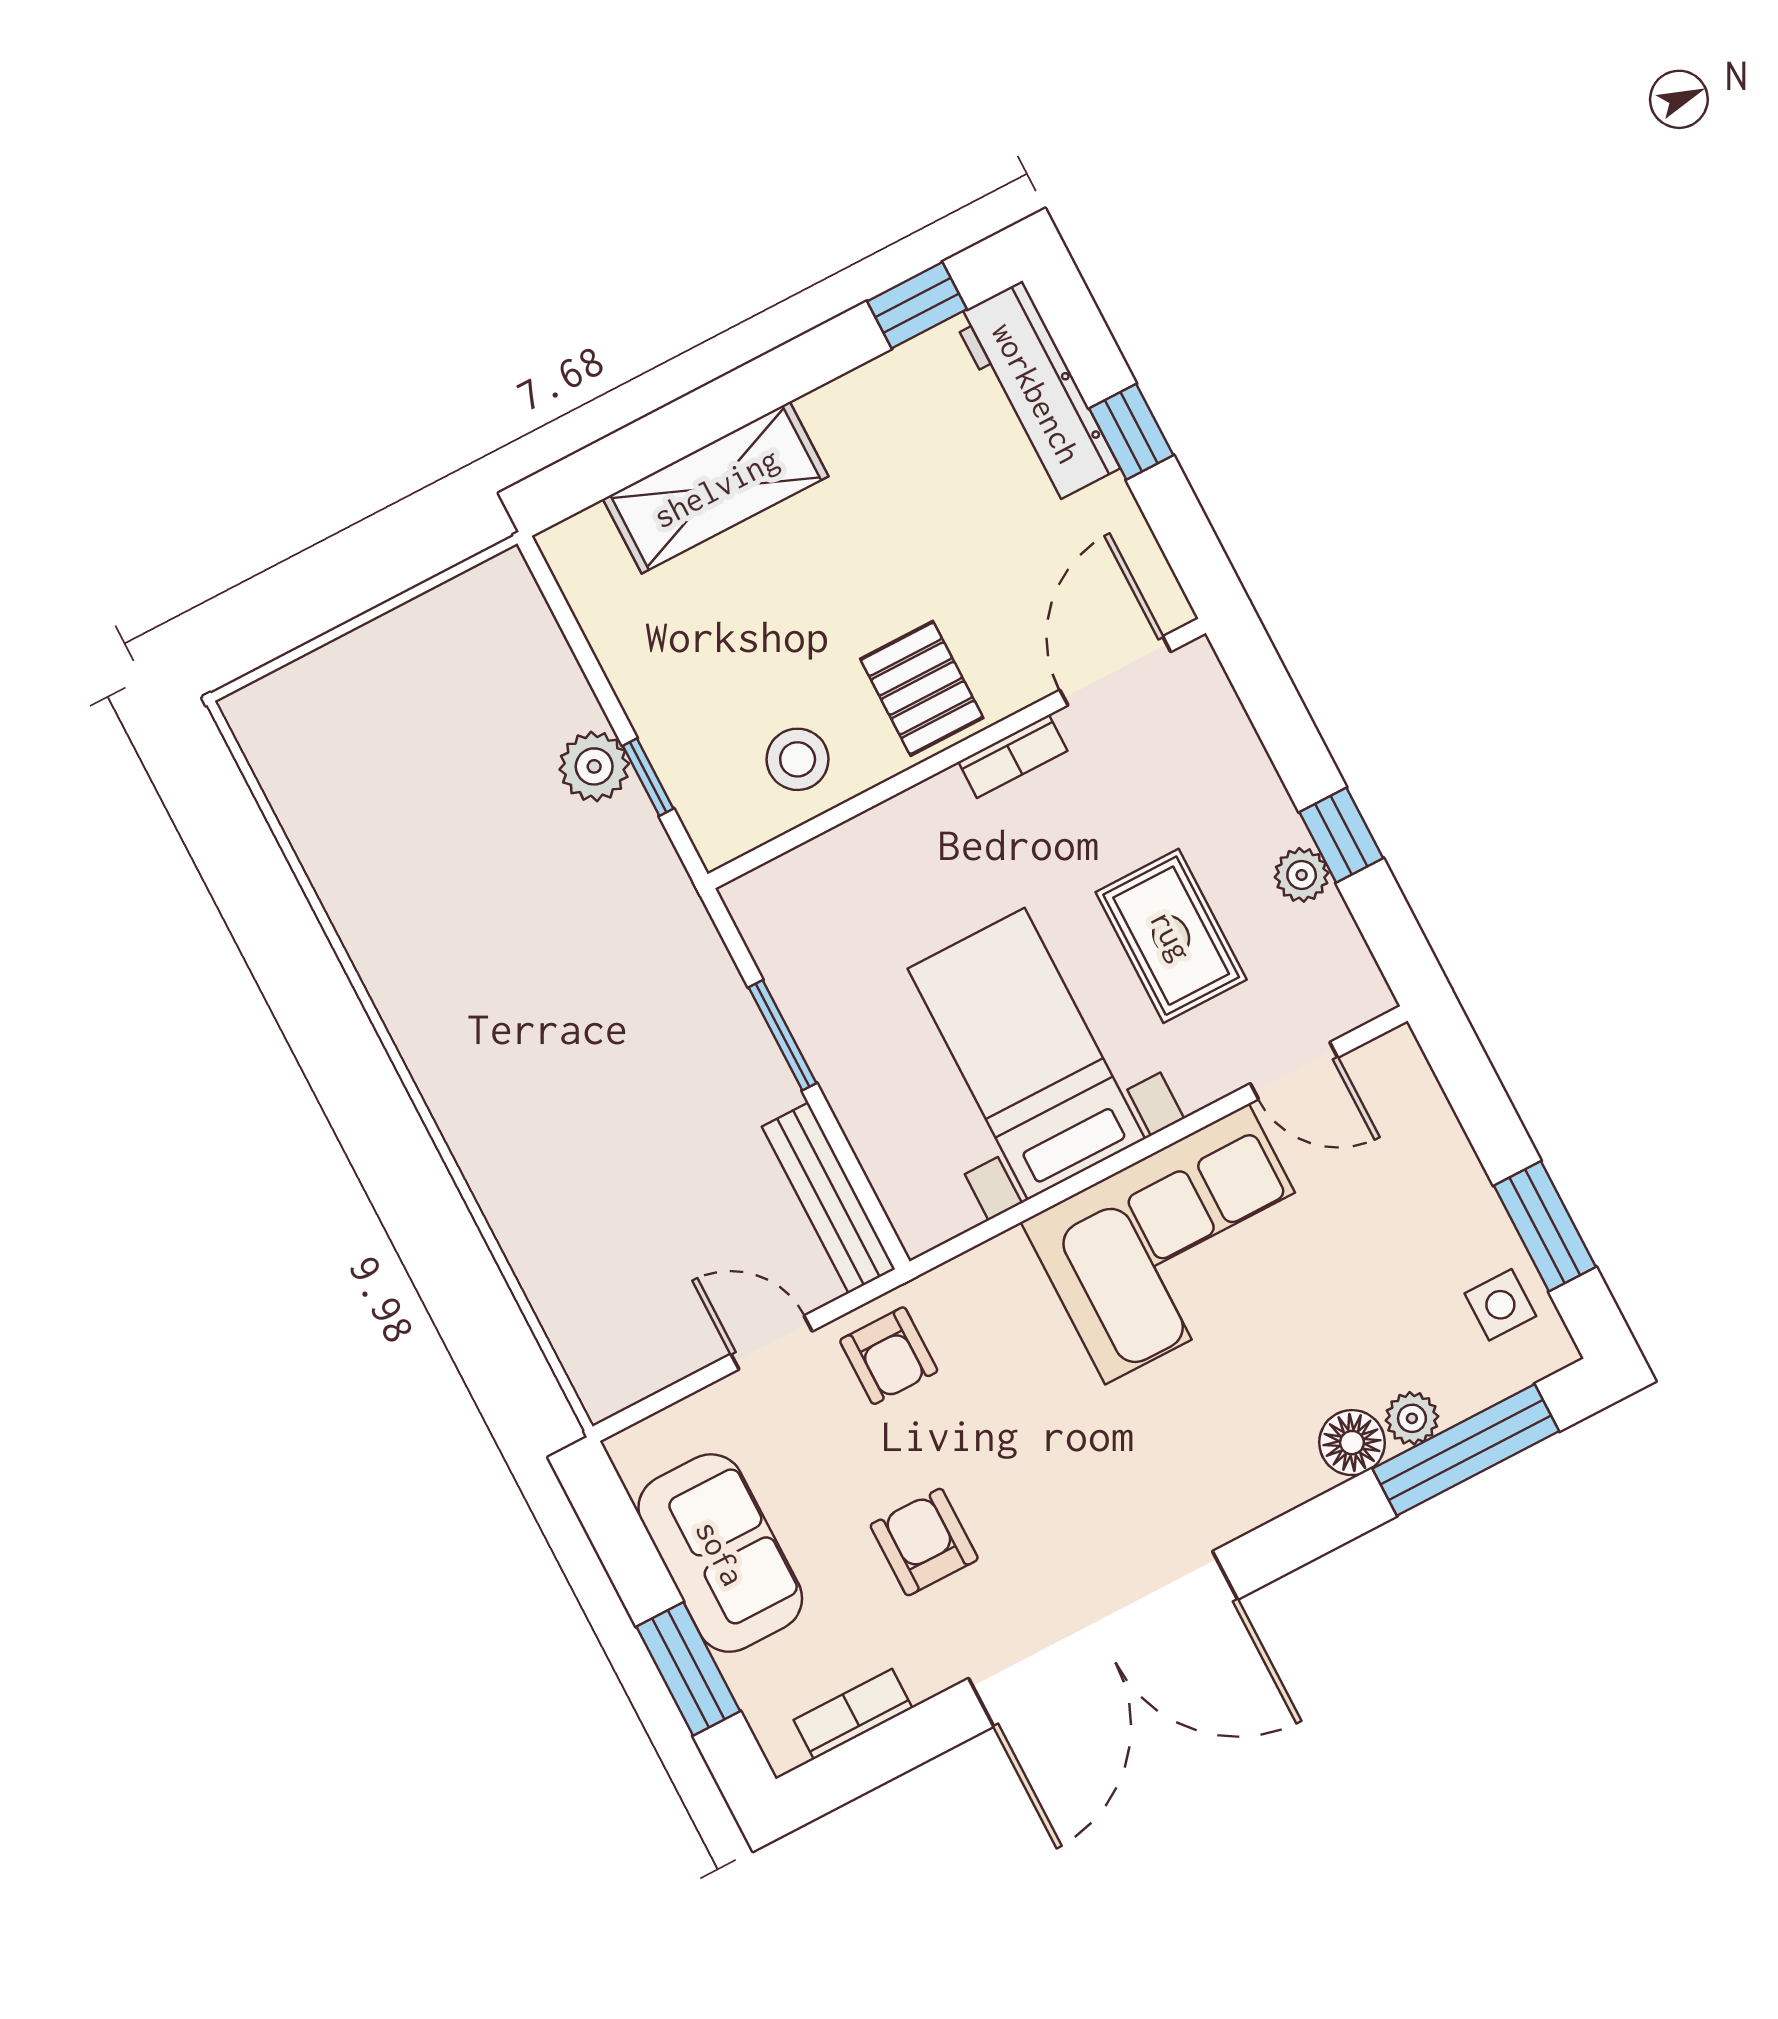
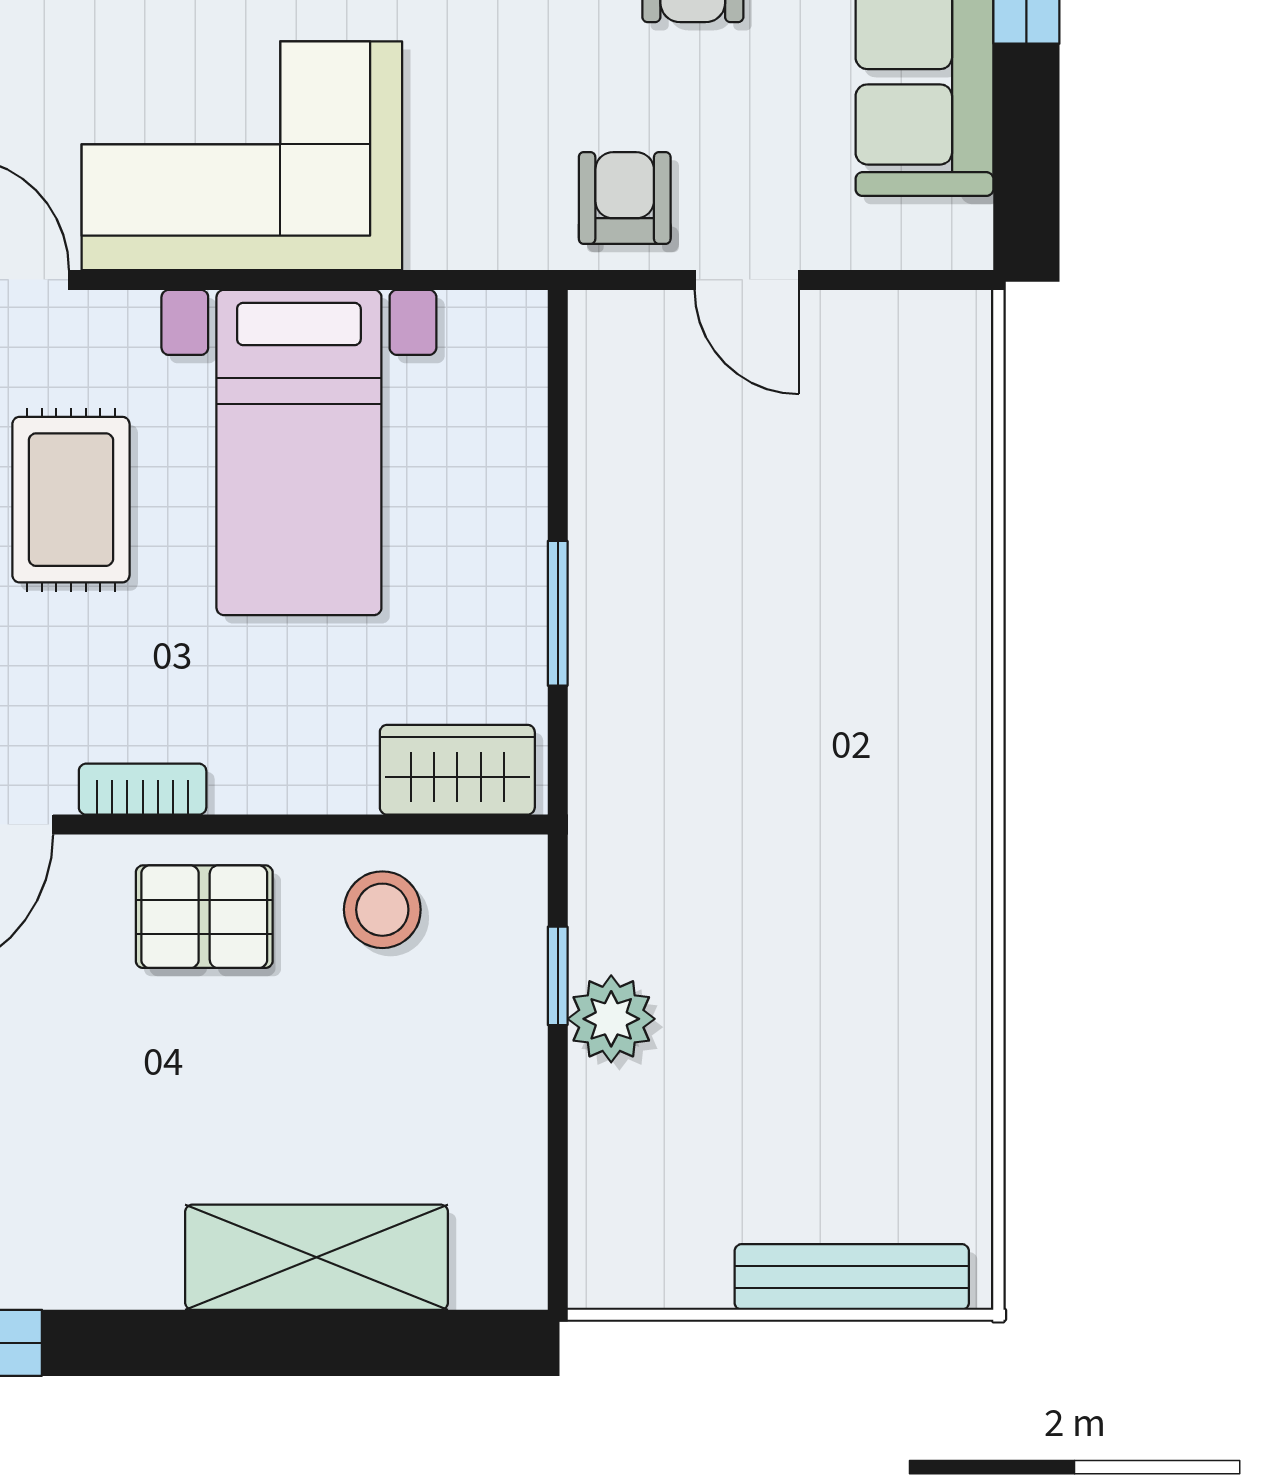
pallet: (922, 688) -> (204, 917), turned 90
wardrobe: (796, 887) -> (457, 770), added
bench: (829, 1198) -> (852, 1277), moved, turned 90

